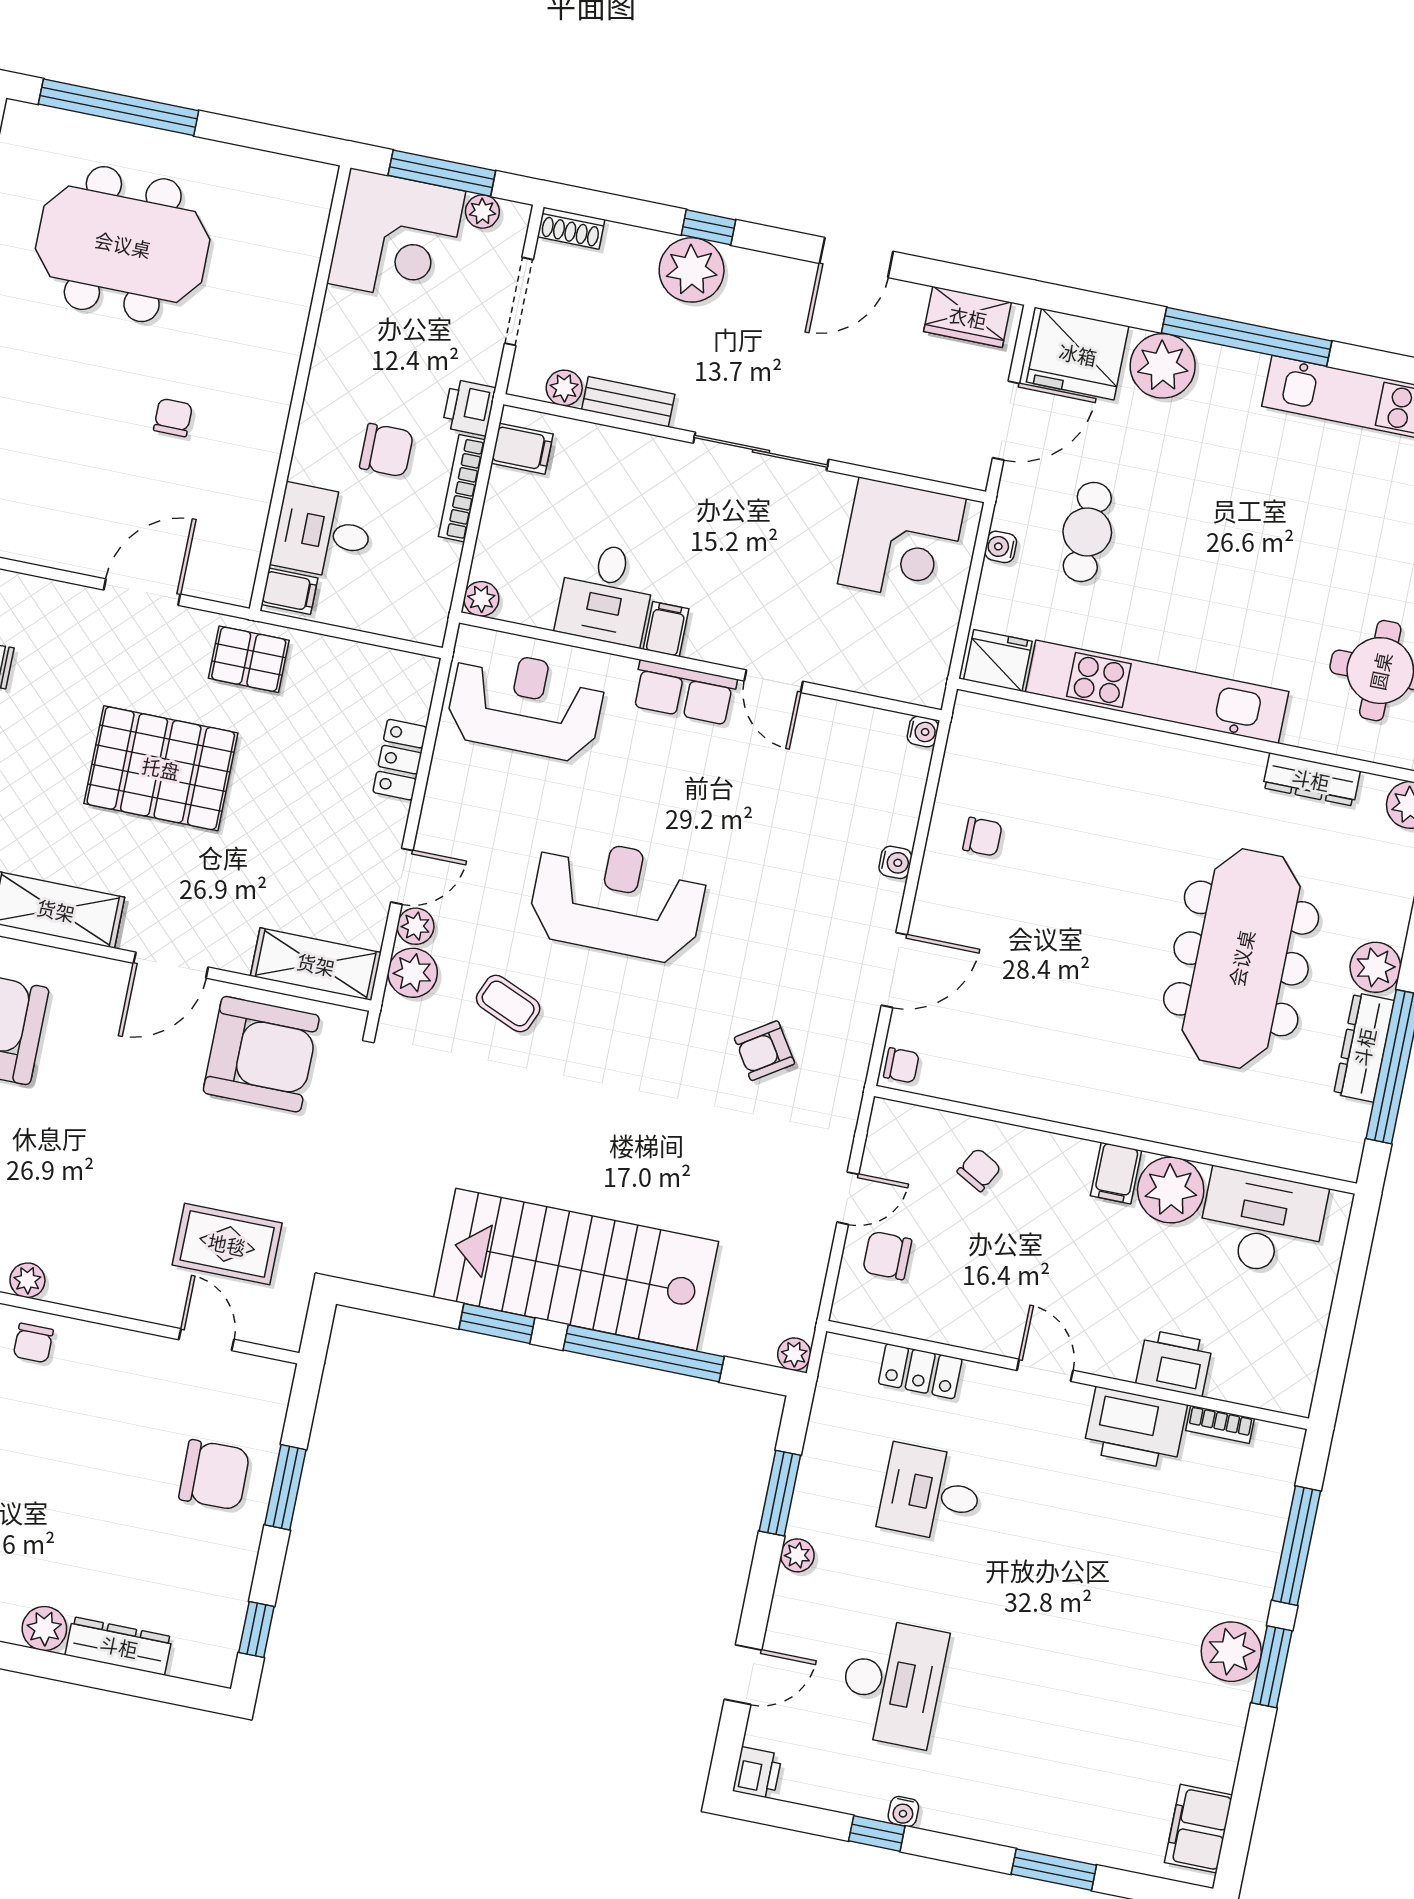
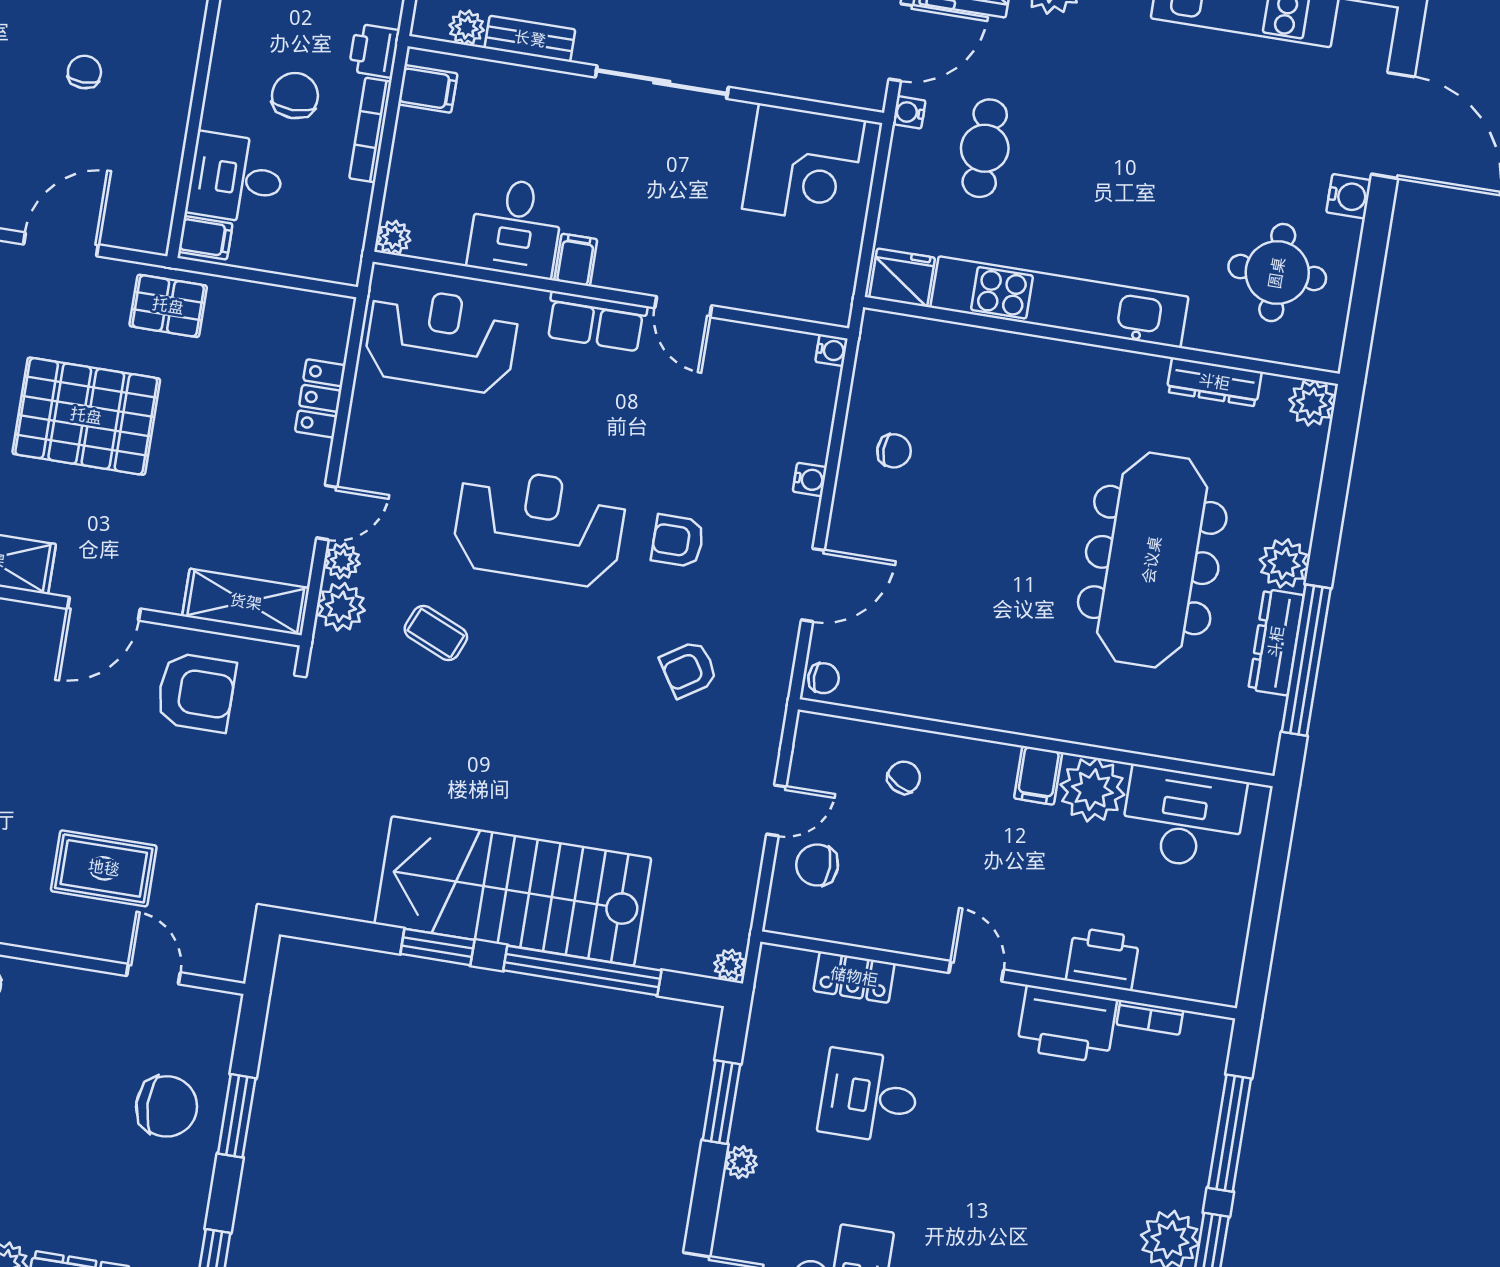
chair: (387, 450) -> (295, 96), turned -90
water cooler: (1001, 547) -> (909, 112), moved
armchair: (758, 919) -> (678, 541), added
armchair: (261, 1054) -> (196, 692), width x0.73, depth x0.73
rug: (227, 1244) -> (104, 868), moved

